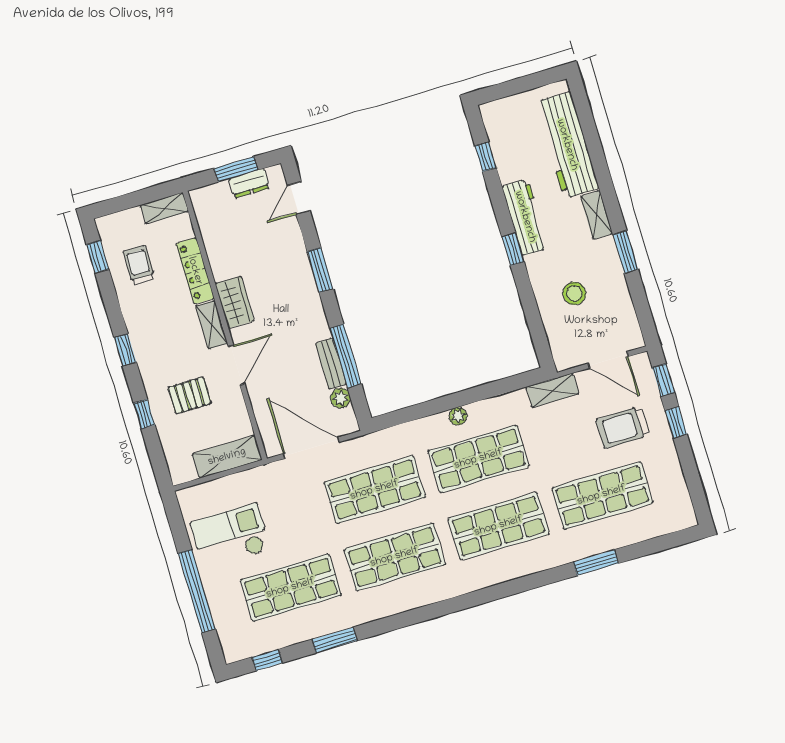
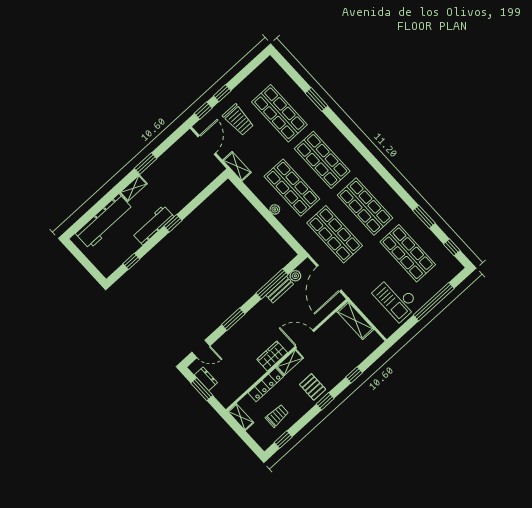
trolley: (139, 265) -> (277, 416), turned 180
stool: (574, 293) -> (180, 180), removed
pallet: (190, 395) -> (313, 387), moved

